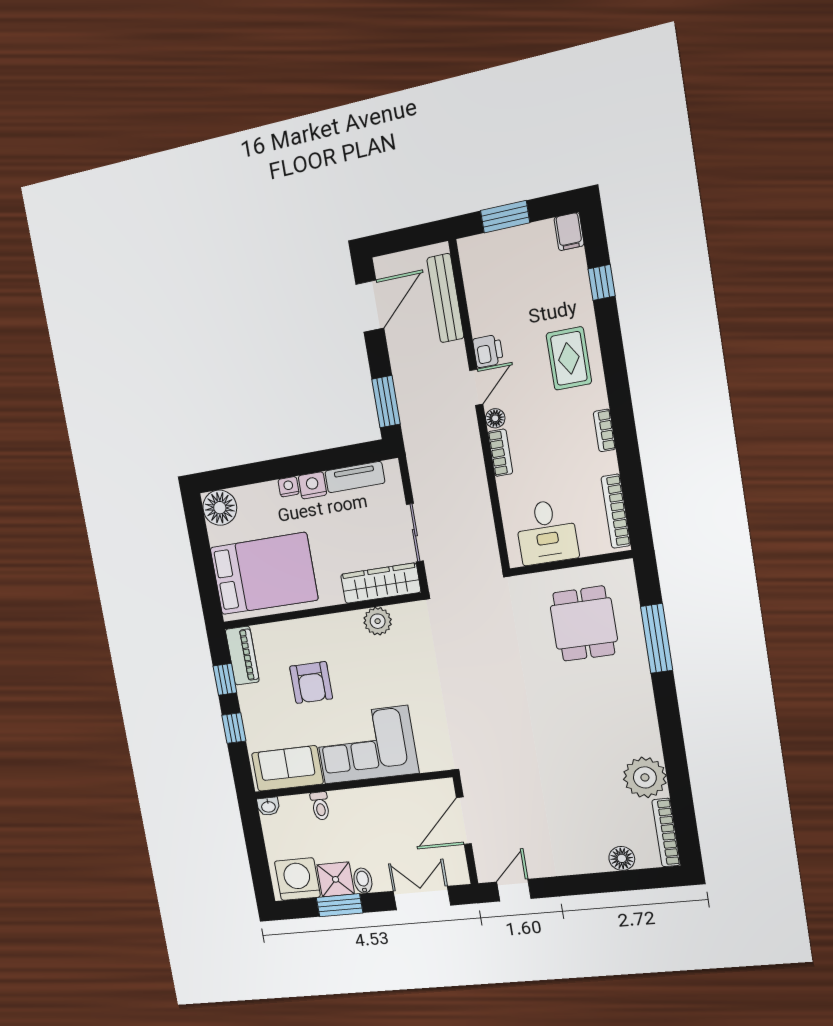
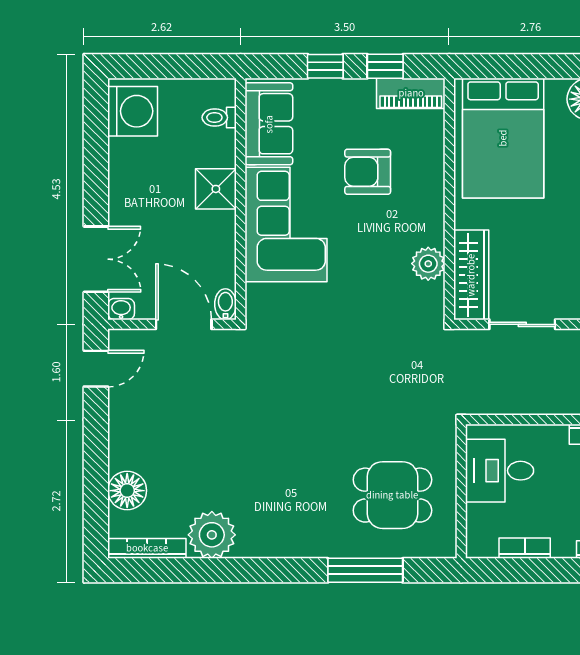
bookcase: (616, 511) -> (525, 548), width x0.64
washbasin: (268, 806) -> (121, 309), moved, turned 90
toilet: (320, 806) -> (219, 117), moved
floor lamp: (622, 858) -> (127, 491), width x1.38, depth x1.38
shower: (336, 879) -> (216, 189), moved
bidet: (363, 881) -> (225, 304), moved, turned -90
door: (514, 890) -> (96, 369), hinge flipped
window: (339, 905) -> (96, 158), removed

